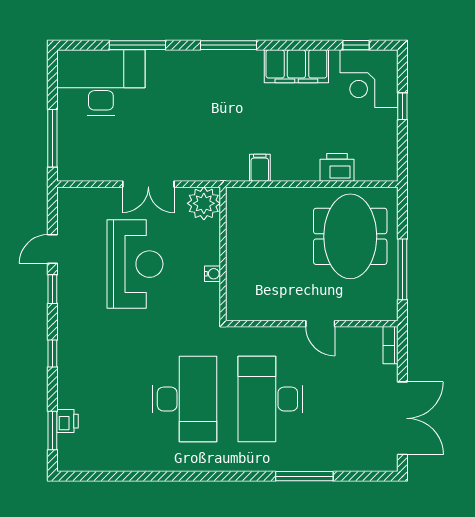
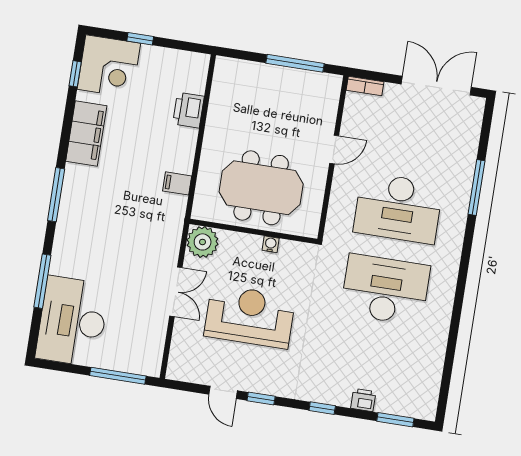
meeting table: (350, 236) -> (261, 188), moved
printer: (68, 421) -> (363, 400), moved

